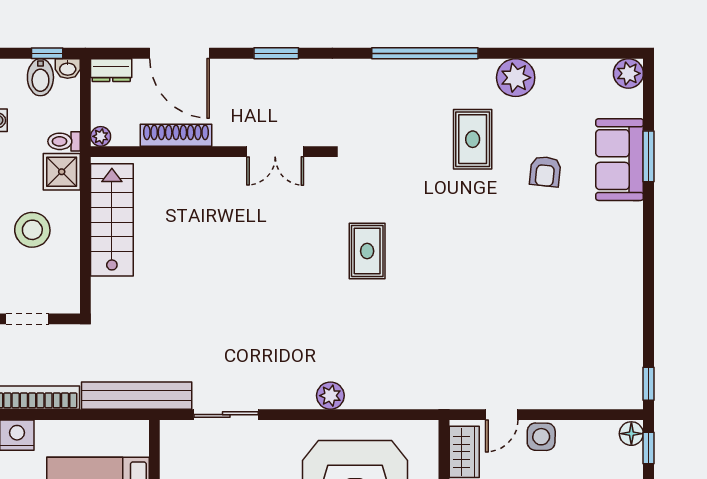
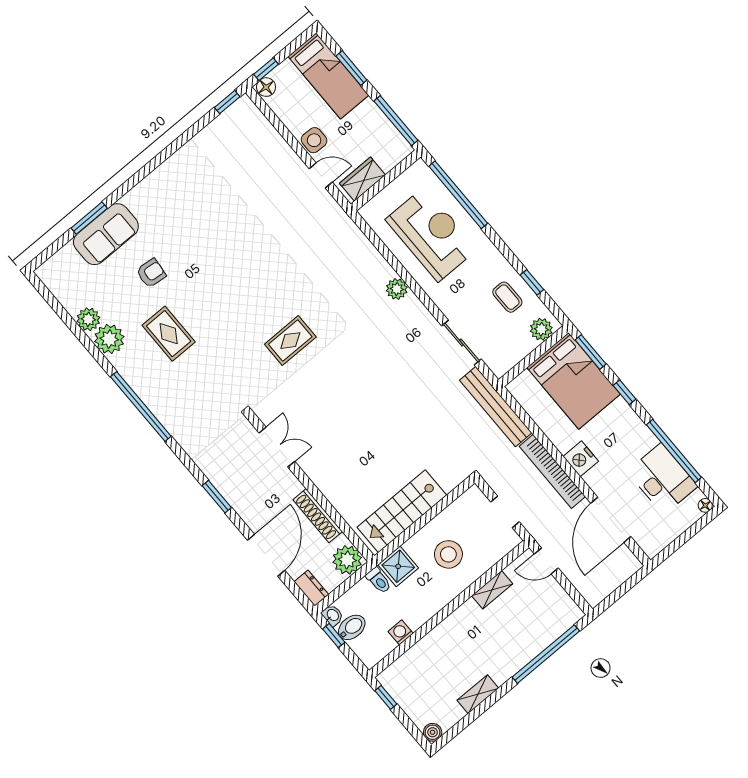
plant: (628, 73) -> (88, 319), moved
plant: (101, 136) -> (347, 560), width x1.87, depth x1.87
rug: (473, 139) -> (169, 334), turned 90

